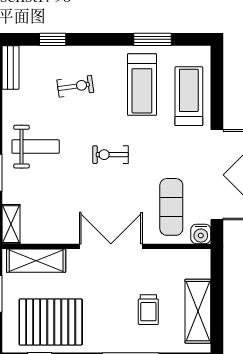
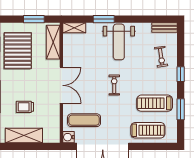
window: (53, 39) -> (181, 74), moved
exercise bike: (75, 86) -> (161, 57), moved
weight bench: (36, 147) -> (119, 42), width x1.36, depth x1.33

